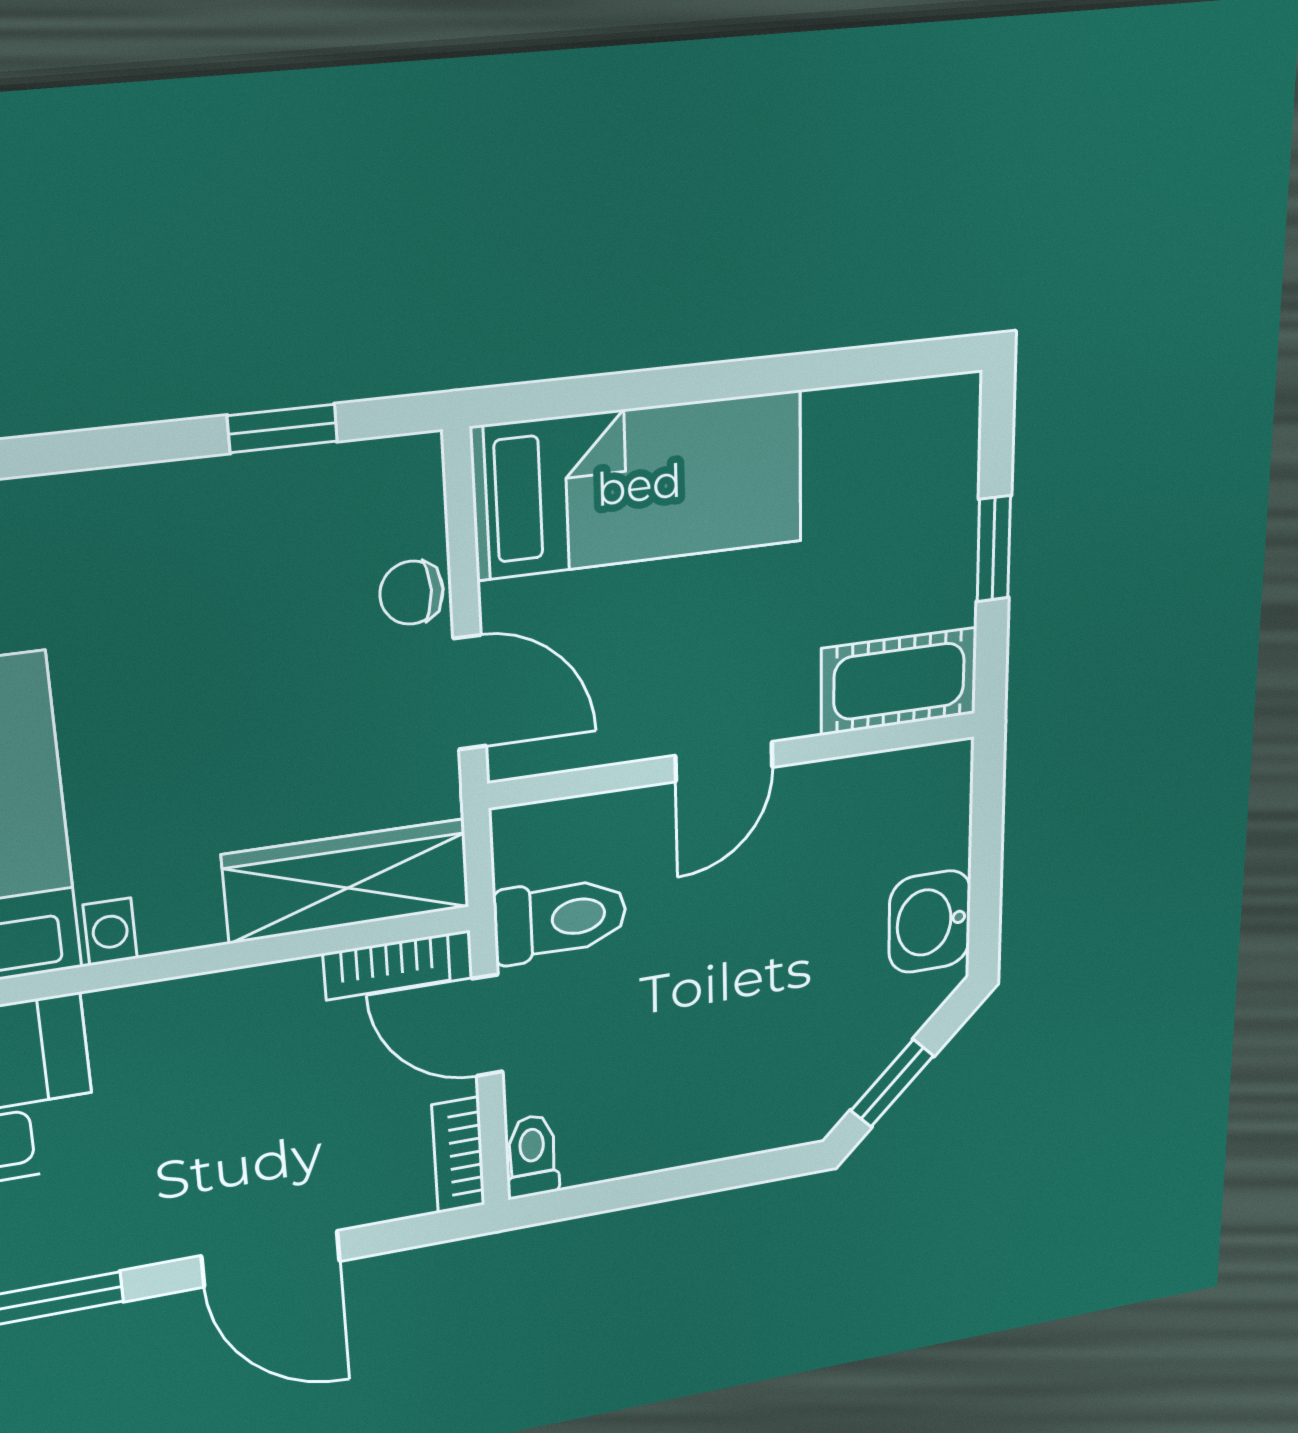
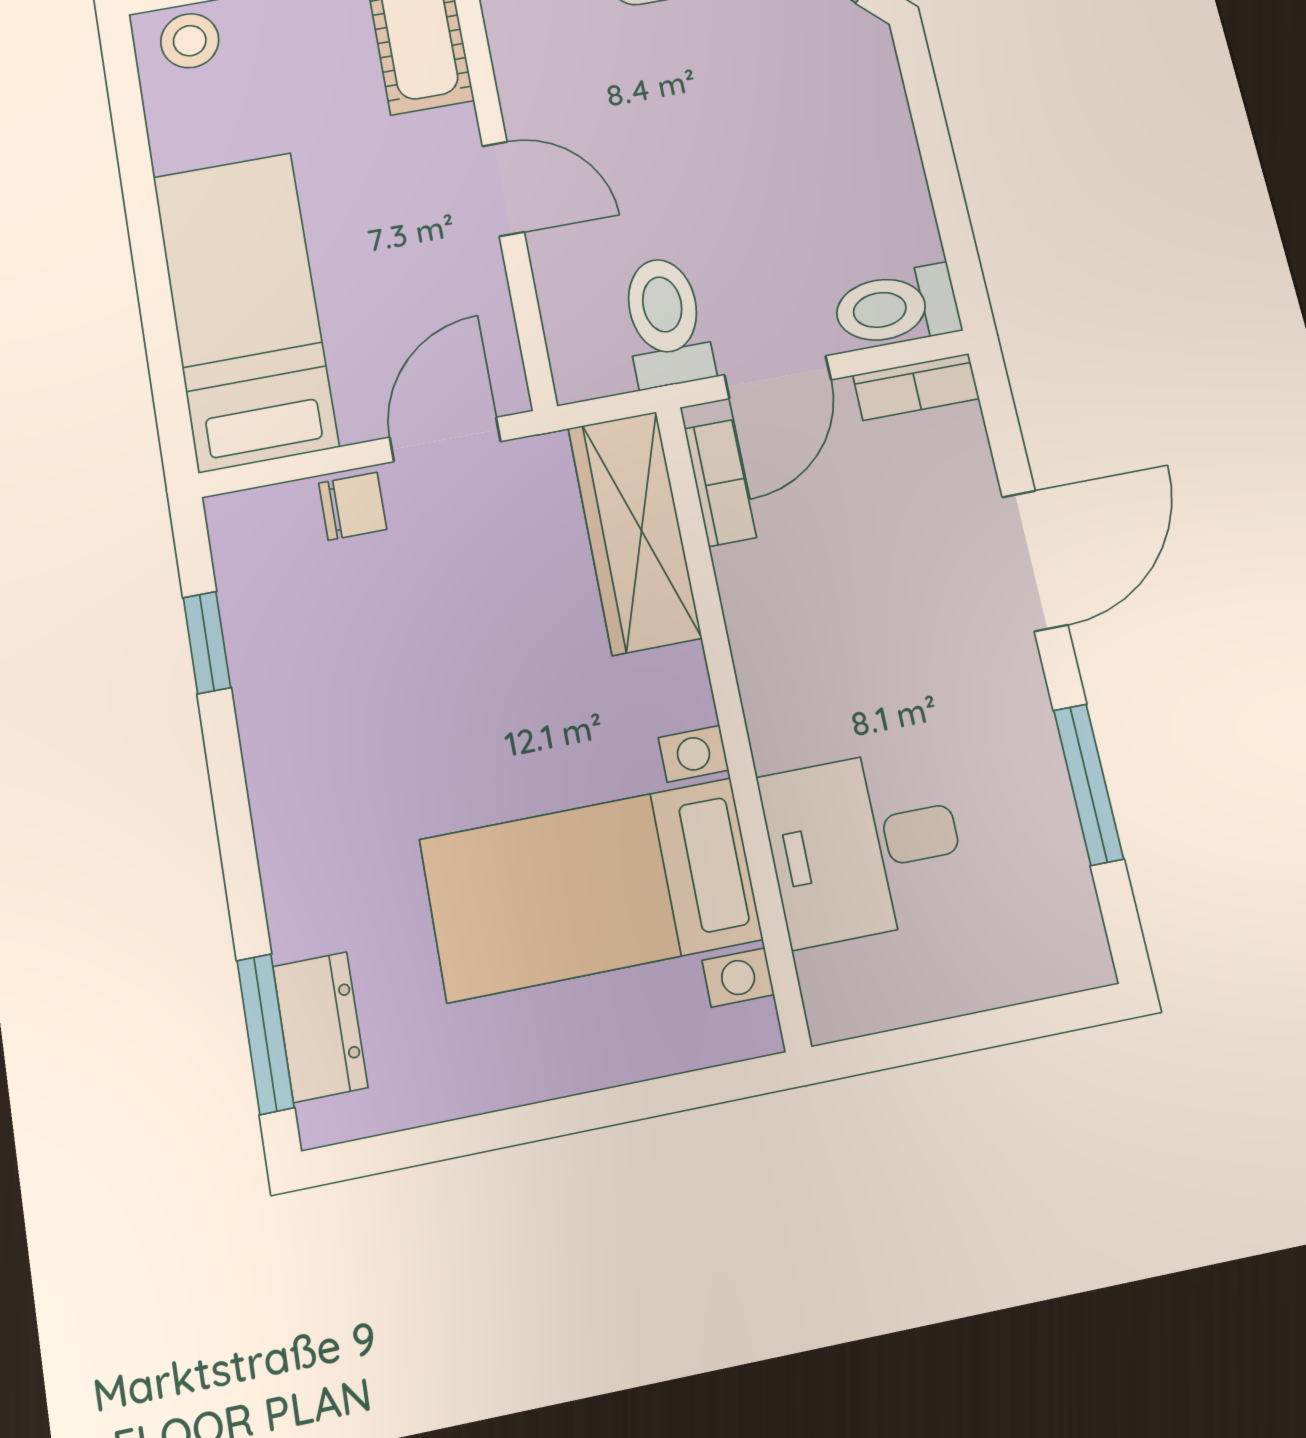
stool: (941, 436) -> (190, 41), added
chair: (412, 593) -> (353, 506), turned -90
toilet: (532, 1156) -> (896, 307), width x1.37, depth x1.39

